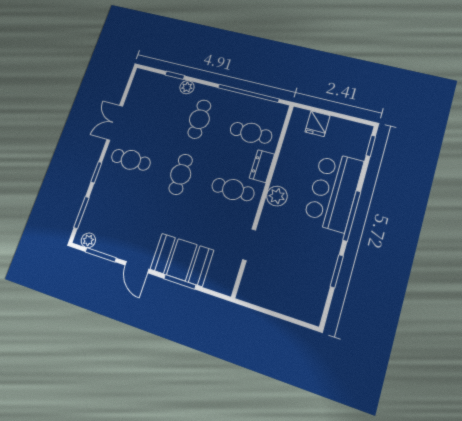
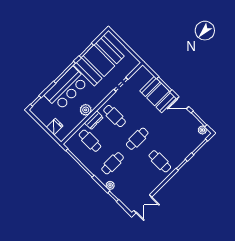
double door: (115, 123) -> (143, 204), moved
plant: (277, 196) -> (86, 110), moved
booth: (306, 265) -> (99, 61), added
door: (137, 267) -> (183, 103), swing flipped

